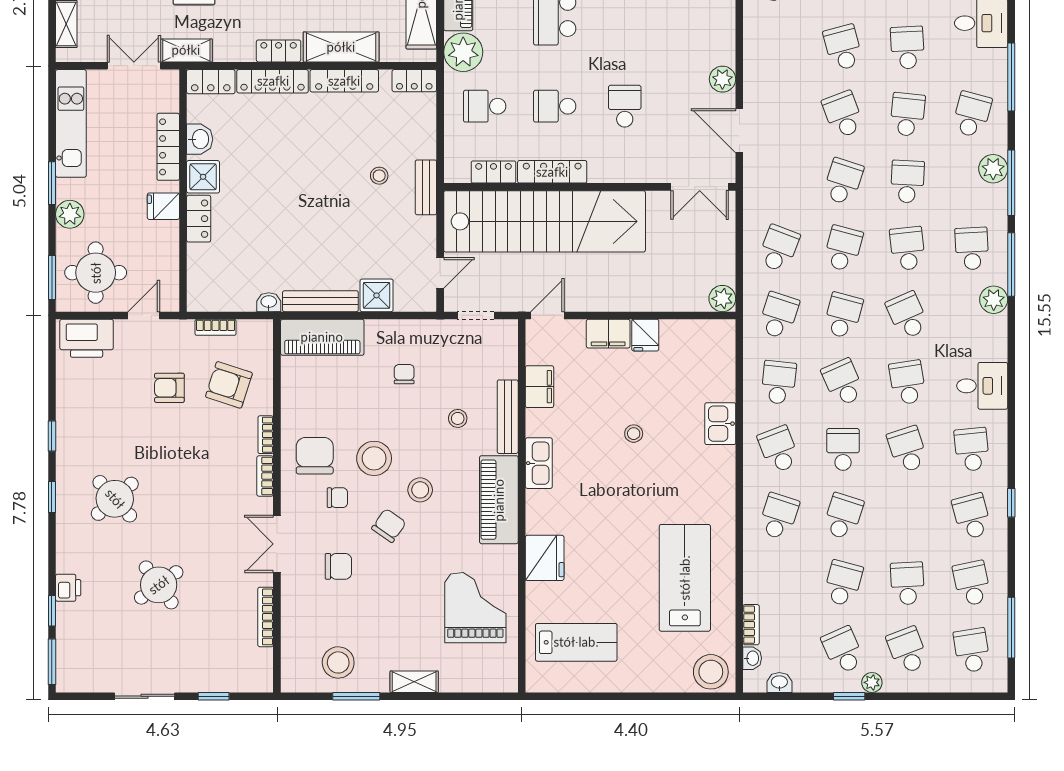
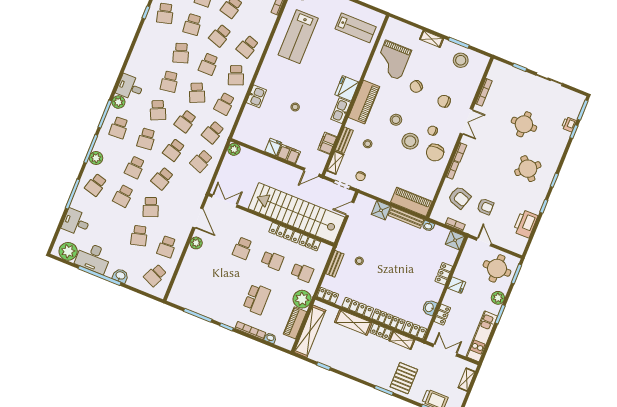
school desk: (907, 48) -> (167, 247), moved
shelving: (186, 50) -> (402, 340), moved
double door: (134, 66) -> (445, 350), swing flipped
locker: (168, 147) -> (442, 315), width x0.66
shower: (203, 177) -> (455, 240), moved
bench: (426, 187) -> (335, 264), moved
door: (144, 315) -> (484, 242), swing flipped
printer: (87, 338) -> (525, 224), moved, turned -90
shelving: (507, 354) -> (335, 163), added
chair: (404, 374) -> (360, 176), moved
desk: (982, 386) -> (130, 87), moved
bench: (508, 417) -> (344, 140), width x0.73
school desk: (972, 449) -> (193, 24), moved
chair: (389, 526) -> (416, 87), moved
fridge: (545, 558) -> (347, 88), moved
round table: (159, 585) -> (524, 124), turned 36
printer: (68, 588) -> (569, 124), moved
lab bench: (576, 642) -> (356, 28), turned 180

